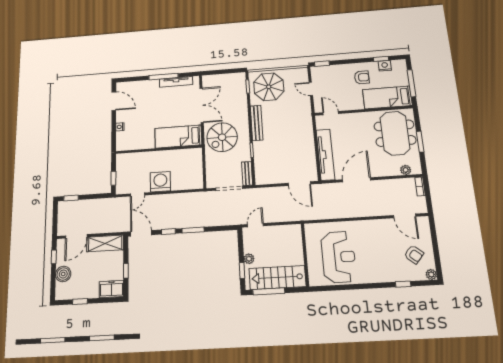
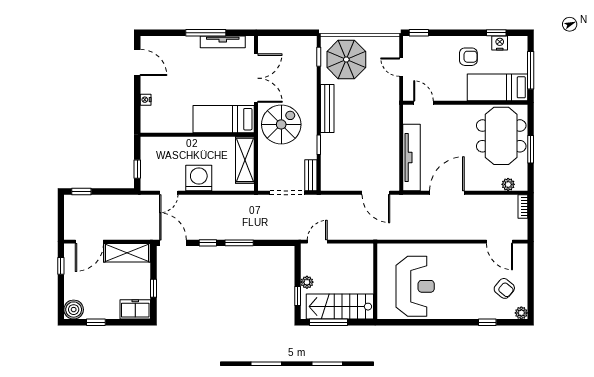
spiral stairs: (222, 137) -> (281, 124), turned 180
shelving: (195, 166) -> (245, 160), added
boiler: (63, 274) -> (74, 310), moved

